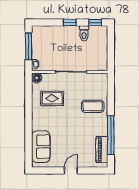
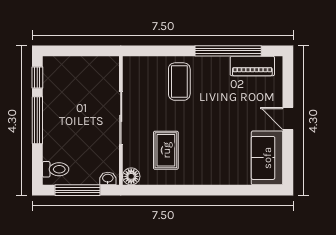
window: (70, 22) -> (37, 120), width x2.17
toilet: (84, 33) -> (56, 169), moved
sofa: (41, 147) -> (267, 158), moved, turned -90

